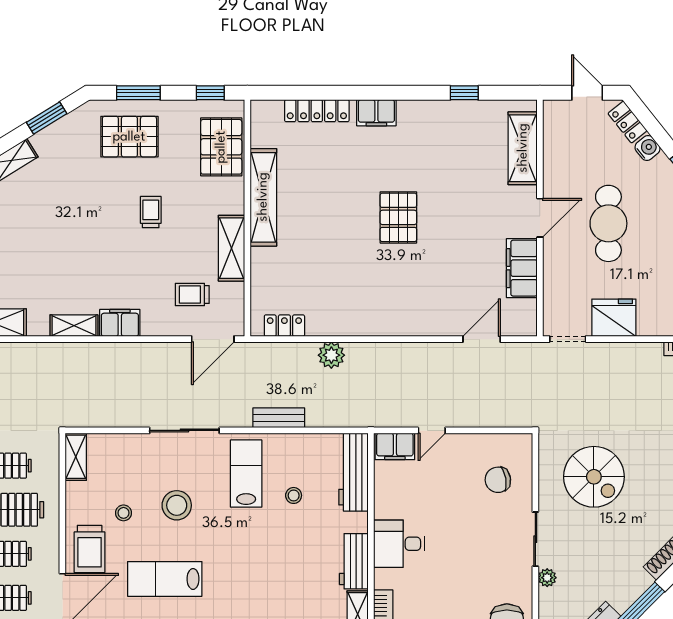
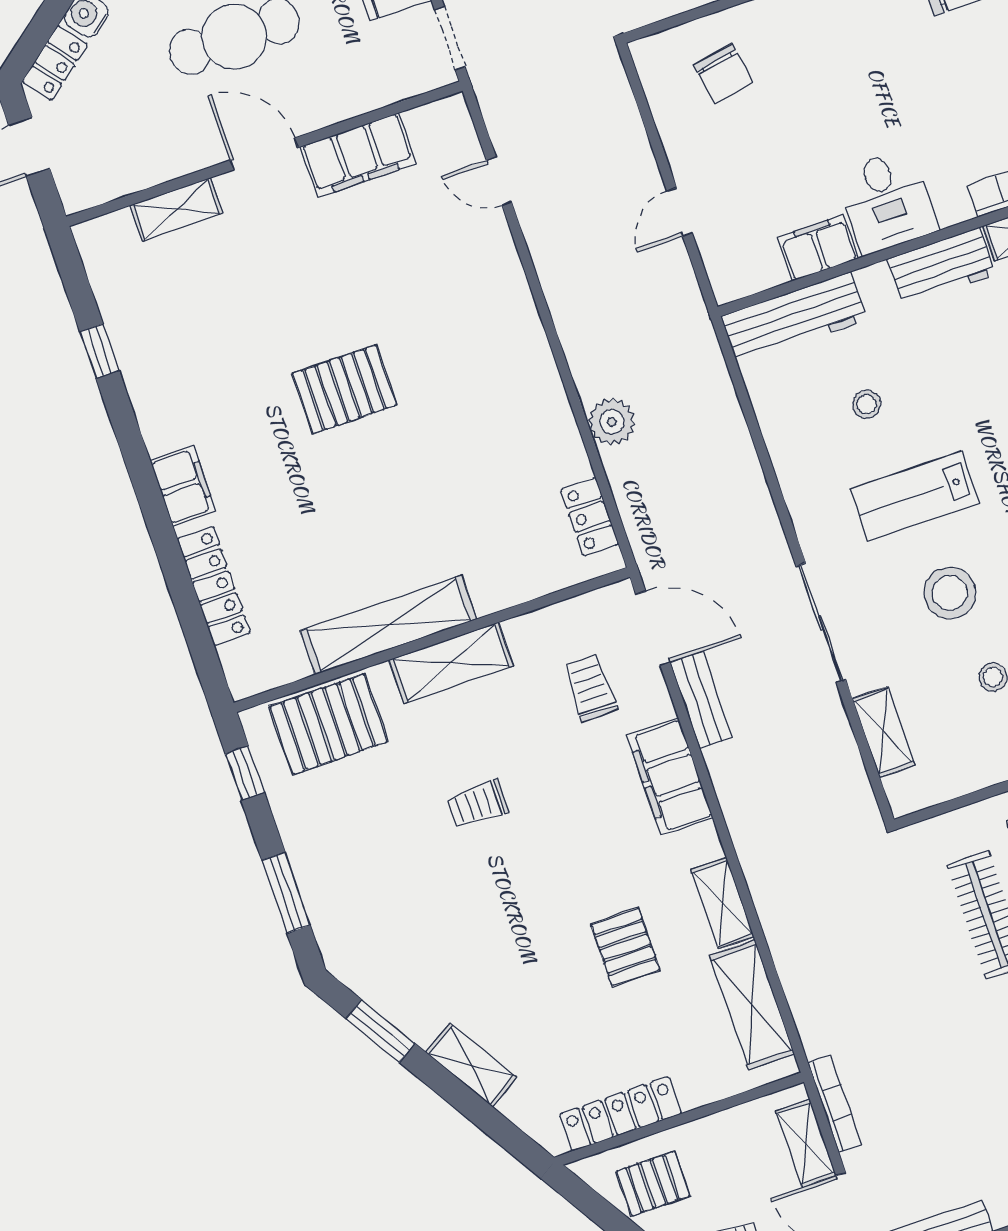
pallet: (129, 137) -> (625, 947), moved, width x0.67, depth x0.71
shelving: (523, 148) -> (176, 209), width x0.67, depth x0.75
shelving: (232, 248) -> (451, 663), moved
trolley: (192, 294) -> (591, 688), turned 180
filing cabinet: (120, 323) -> (670, 776), width x1.50, depth x1.17
shelving: (74, 326) -> (723, 903), moved
door: (482, 339) -> (499, 181), width x0.73
bench: (279, 418) -> (701, 700), moved
door: (432, 430) -> (680, 212), swing flipped
filing cabinet: (395, 446) -> (818, 248), moved, turned -90
shelving: (76, 457) -> (883, 732), moved, turned 90
lab bench: (246, 474) -> (915, 496), moved

